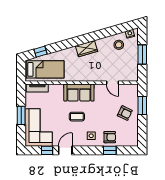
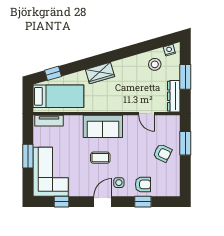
wardrobe: (87, 49) -> (100, 73), moved
dresser: (133, 69) -> (174, 96), added
door: (65, 150) -> (103, 202), moved

